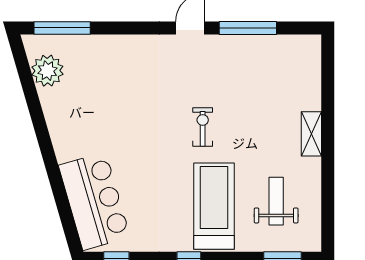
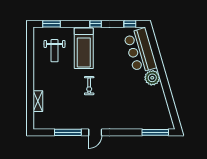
plant: (47, 71) -> (152, 78), moved
shelving: (311, 134) -> (38, 101), moved

